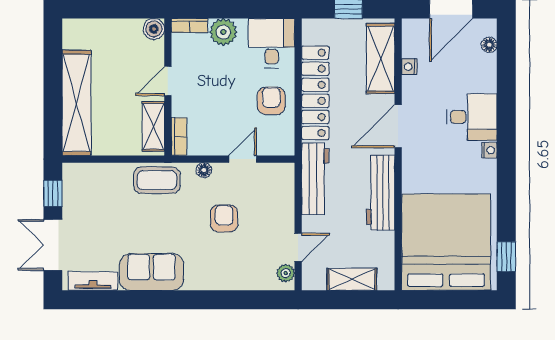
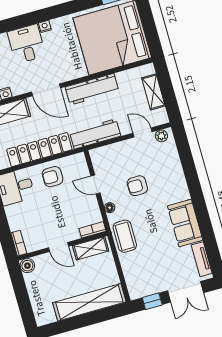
plant: (223, 32) -> (17, 220), removed

